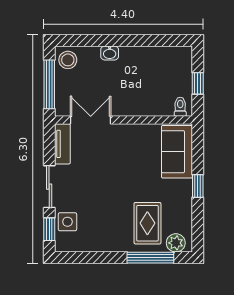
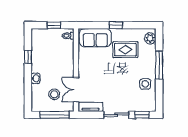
window: (145, 40) -> (28, 57), added
stool: (68, 60) -> (54, 94), moved
side table: (67, 222) -> (145, 84), moved
rug: (147, 223) -> (125, 50), moved
window: (150, 258) -> (159, 65), moved

